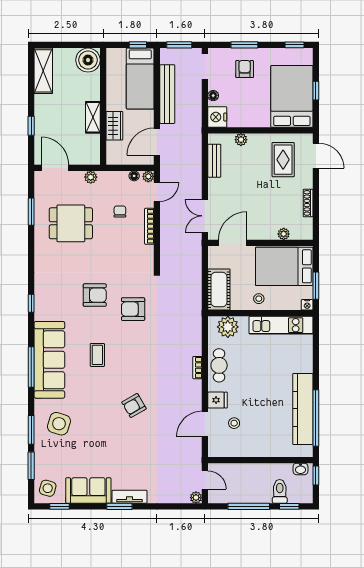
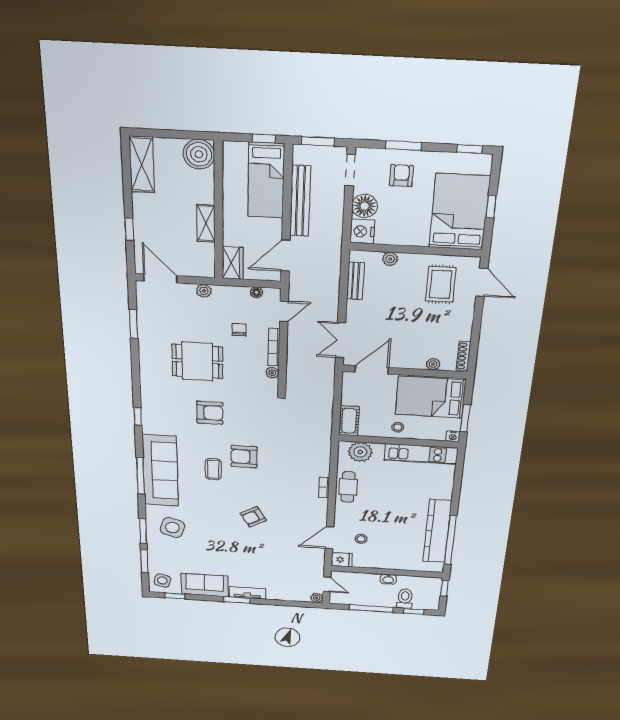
floor lamp: (213, 96) -> (365, 206), width x1.89, depth x1.89
wardrobe: (114, 126) -> (233, 263), moved
plant: (148, 176) -> (272, 373), moved
shoe rack: (308, 203) -> (463, 356), moved
dining table: (71, 223) -> (197, 361), moved
cot: (219, 290) -> (349, 421), width x0.73, depth x0.75
armchair: (133, 309) -> (244, 457), moved
fridge: (218, 400) -> (342, 560), moved
washbasin: (300, 469) -> (388, 579), moved

